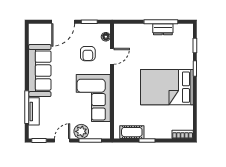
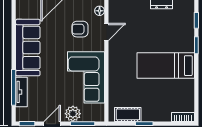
armchair: (88, 54) -> (80, 29), turned 90
bed: (167, 87) -> (166, 66), width x0.67

